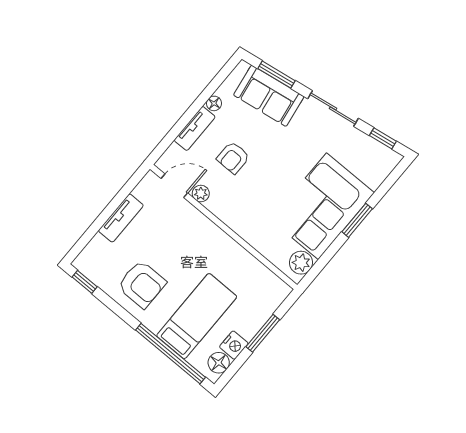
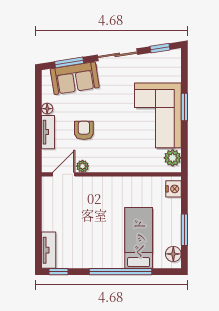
armchair: (233, 158) -> (84, 130), turned 180
tv unit: (121, 218) -> (49, 250), moved
armchair: (142, 284) -> (92, 246), removed
window: (263, 333) -> (184, 230), moved
nightstand: (234, 345) -> (173, 189), moved
window: (171, 354) -> (120, 272), moved

